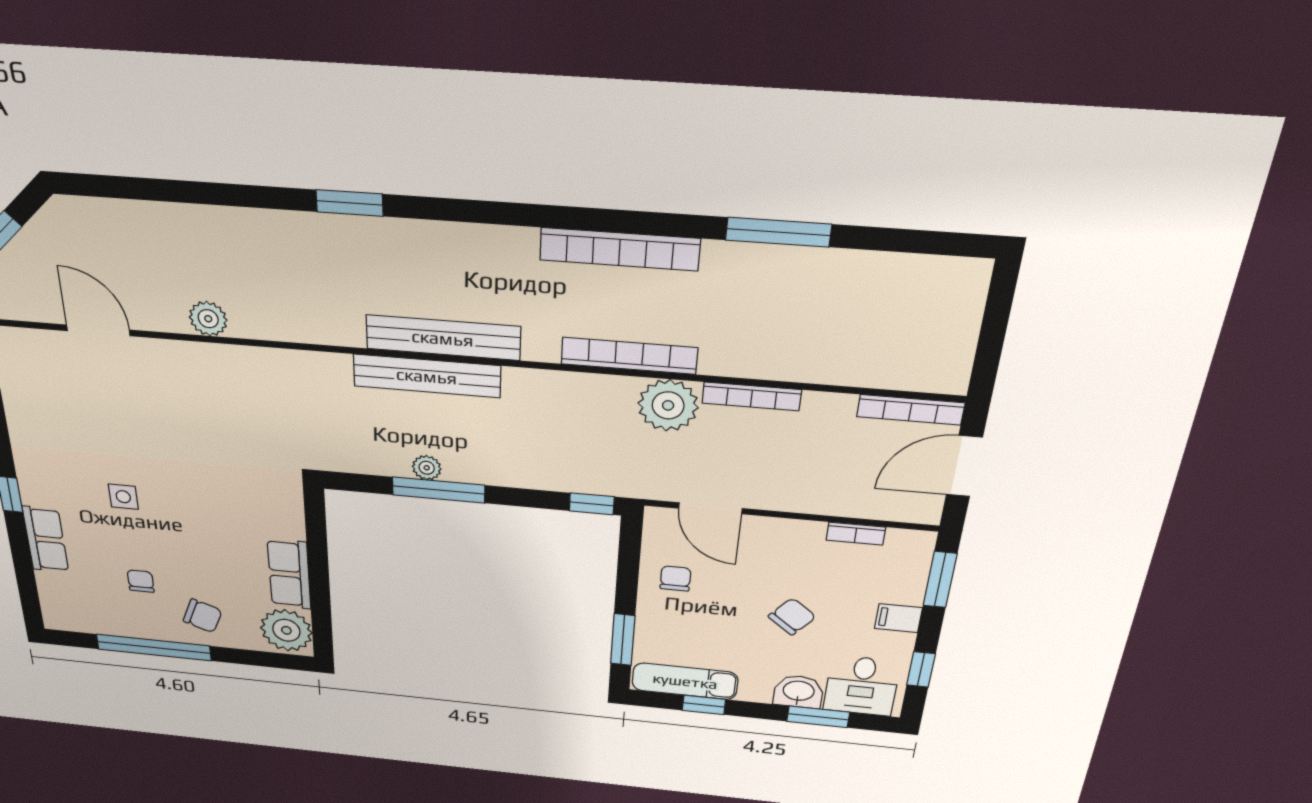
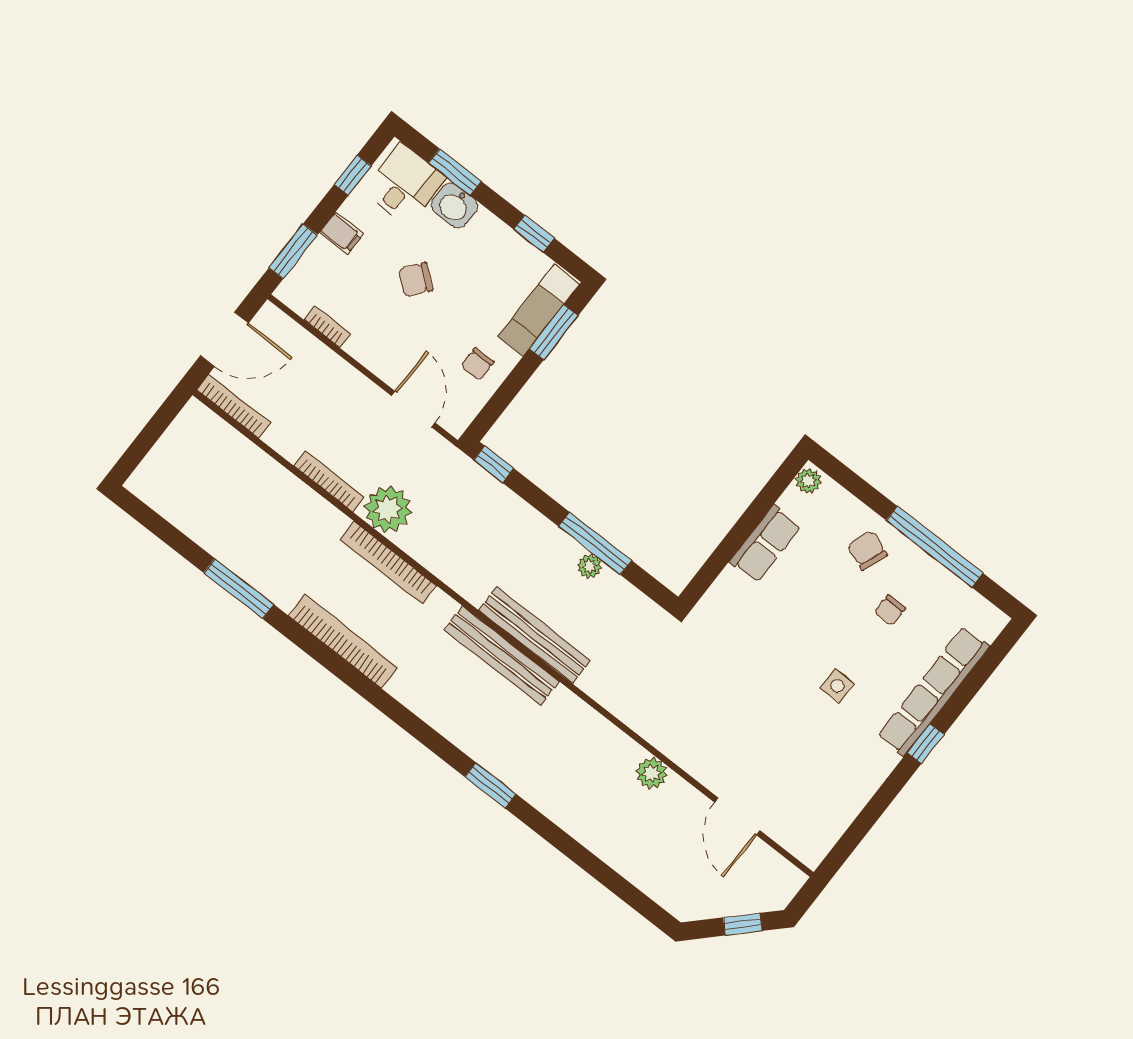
row of seats: (46, 539) -> (934, 691), width x2.02
plant: (286, 630) -> (808, 481), width x0.53, depth x0.53
exam couch: (685, 681) -> (539, 310), moved, turned 90

